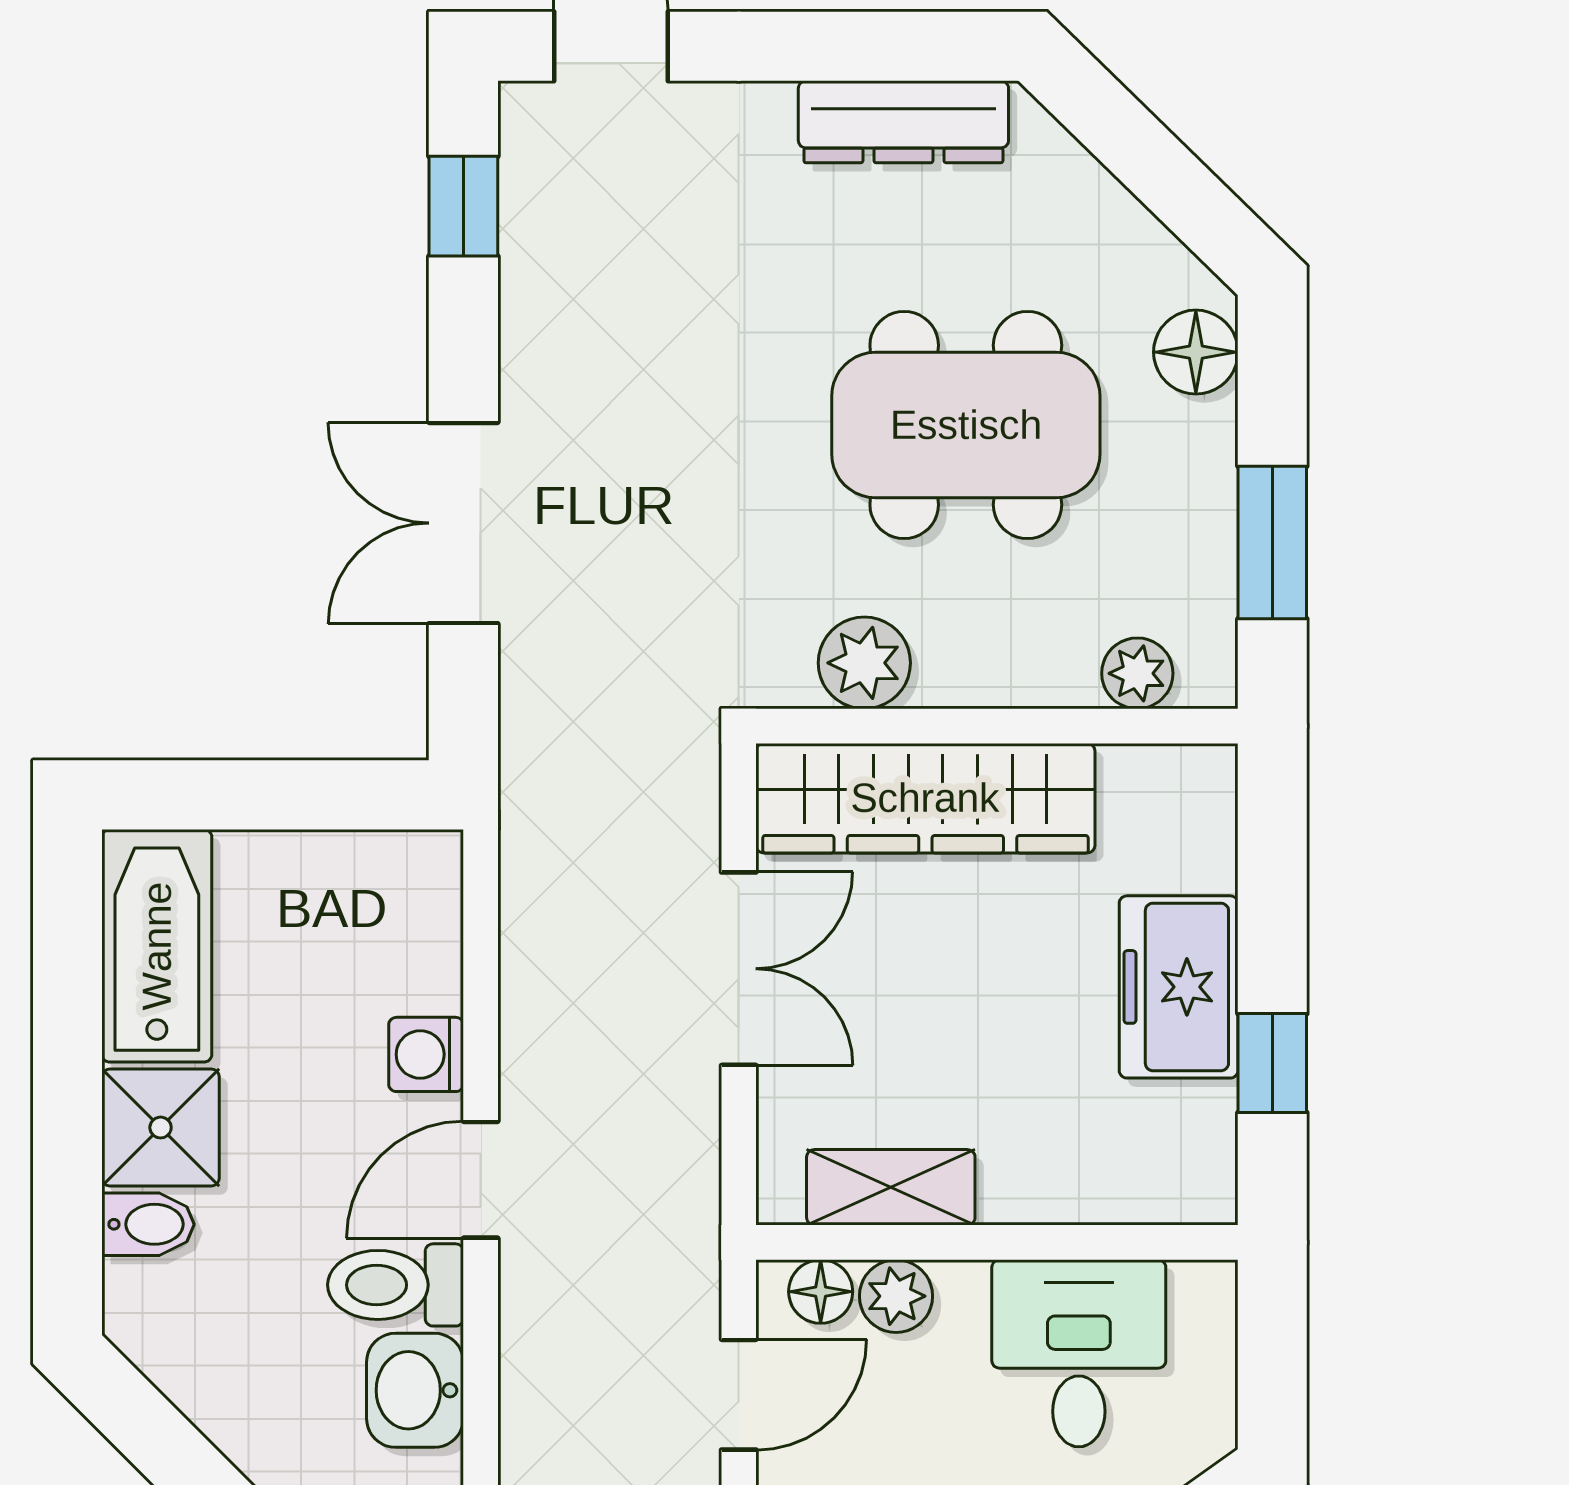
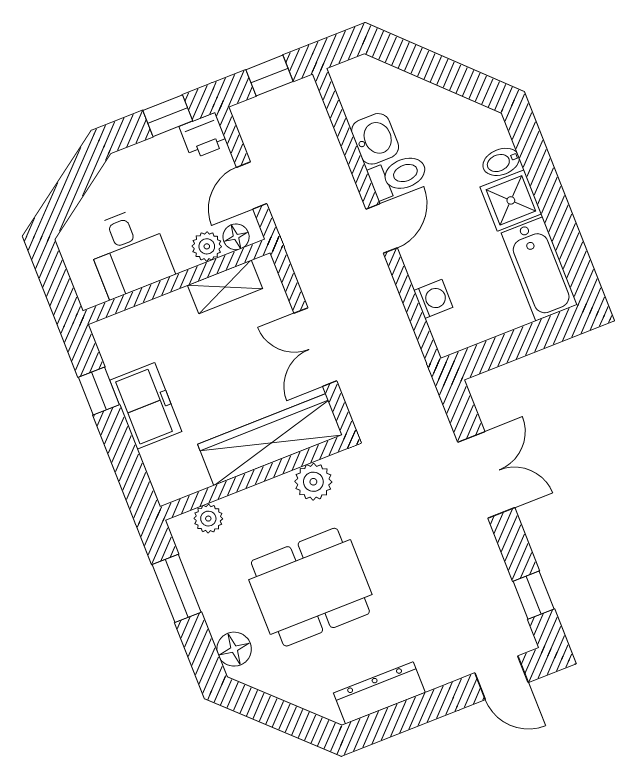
washing machine: (426, 1054) -> (433, 299), moved

